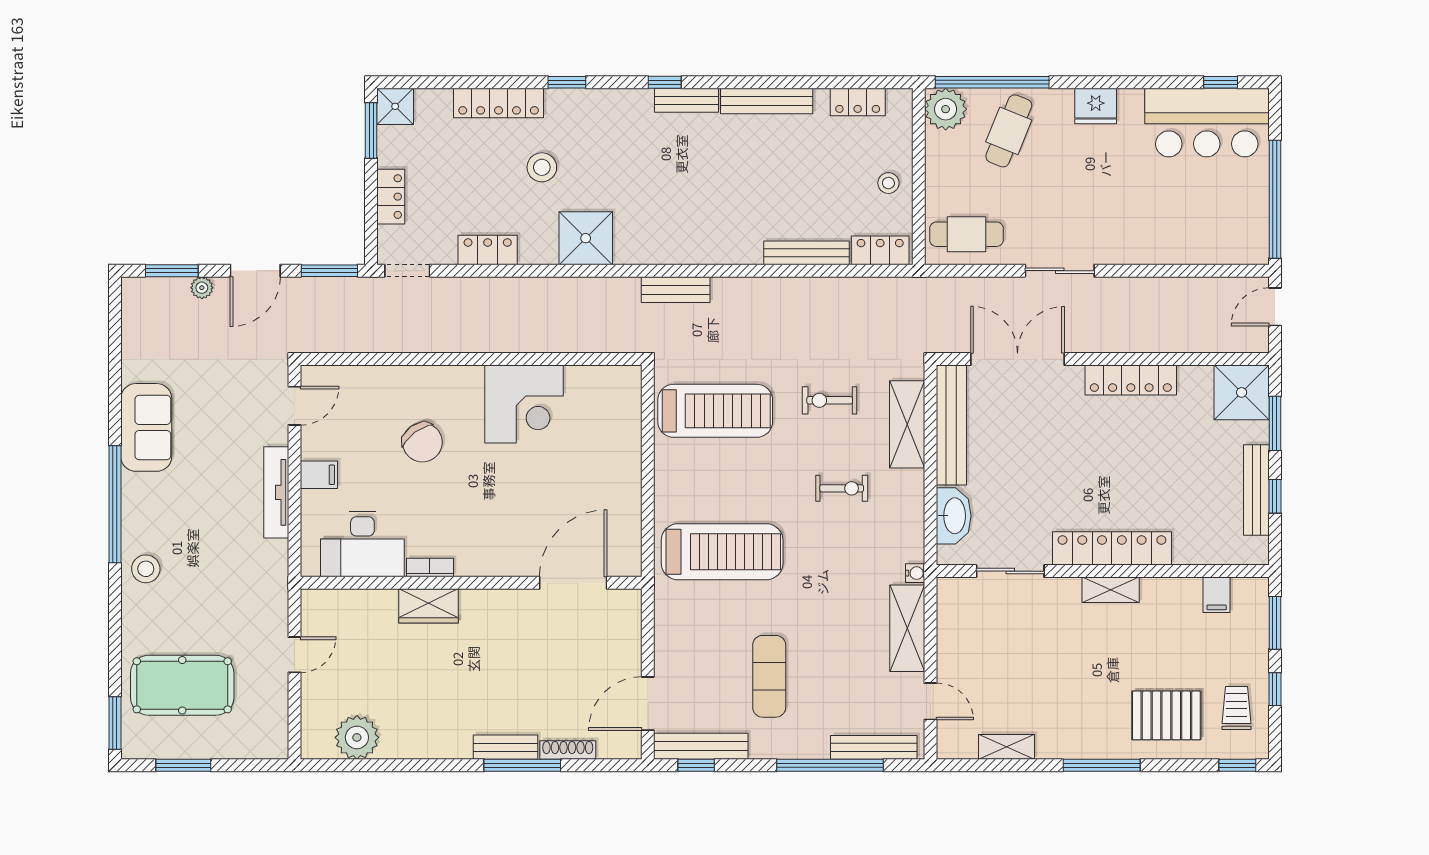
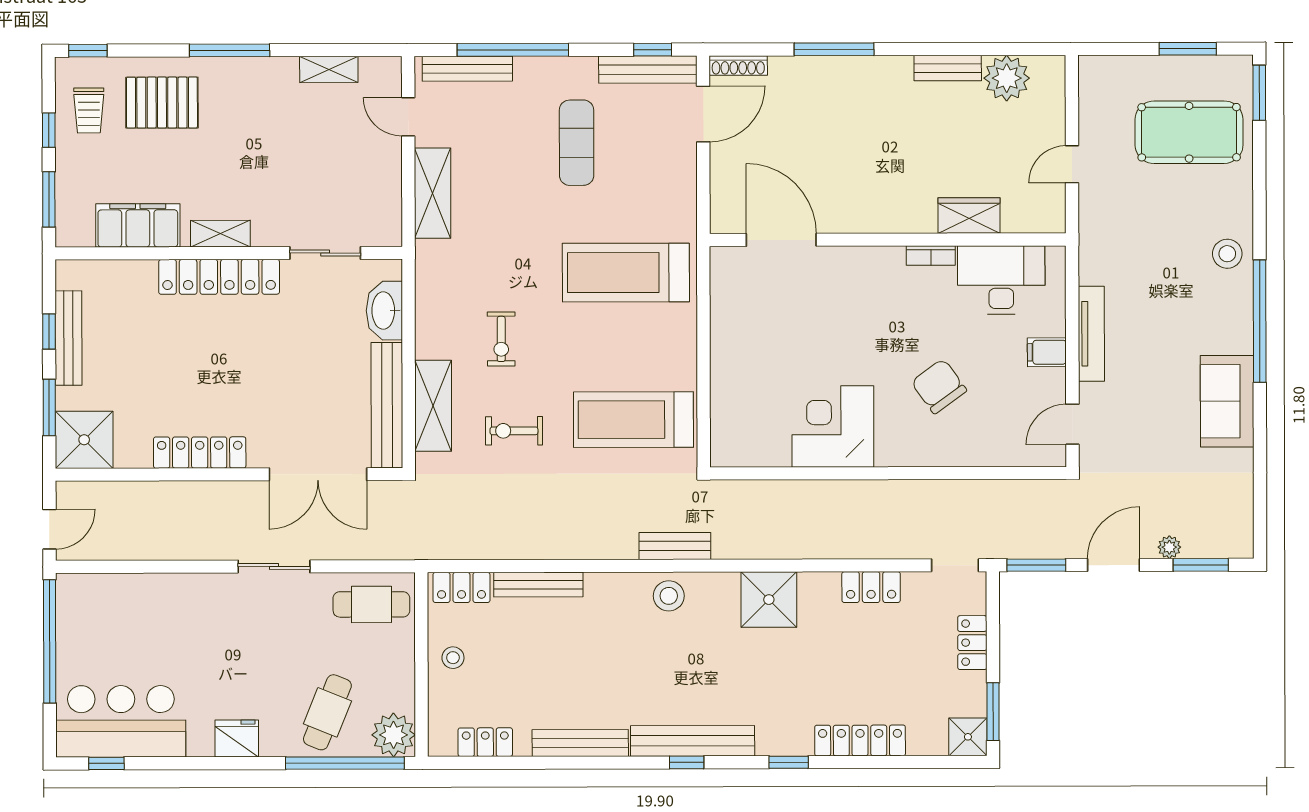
bench: (686, 100) -> (693, 741), width x1.86, depth x1.21
stool: (542, 167) -> (669, 596), moved
exercise bike: (830, 400) -> (514, 431), turned 180
exercise bike: (842, 488) -> (501, 339), turned -90
water cooler: (915, 573) -> (424, 251), removed
door: (573, 583) -> (781, 240), swing flipped
filing cabinet: (1217, 595) -> (138, 225), width x3.00, depth x1.17
wardrobe: (428, 606) -> (969, 216), moved
bench: (505, 747) -> (948, 68), moved
shoe rack: (568, 750) -> (738, 65), moved

